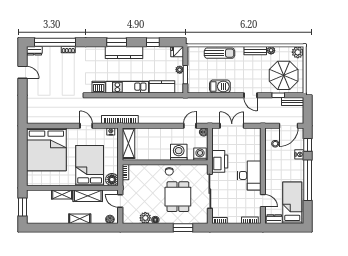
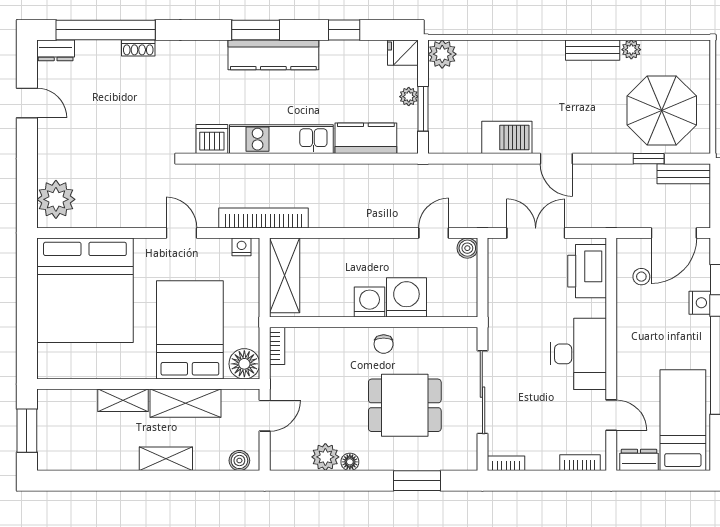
plant: (298, 52) -> (442, 54), moved
sun lounger: (220, 53) -> (506, 56), removed
door: (251, 95) -> (556, 159), moved
plant: (34, 112) -> (56, 199), added
washing machine: (200, 154) -> (370, 302), moved
printer: (220, 161) -> (587, 271), moved, turned 180
dining table: (178, 197) -> (405, 405), turned 90
door: (120, 201) -> (265, 416), swing flipped

